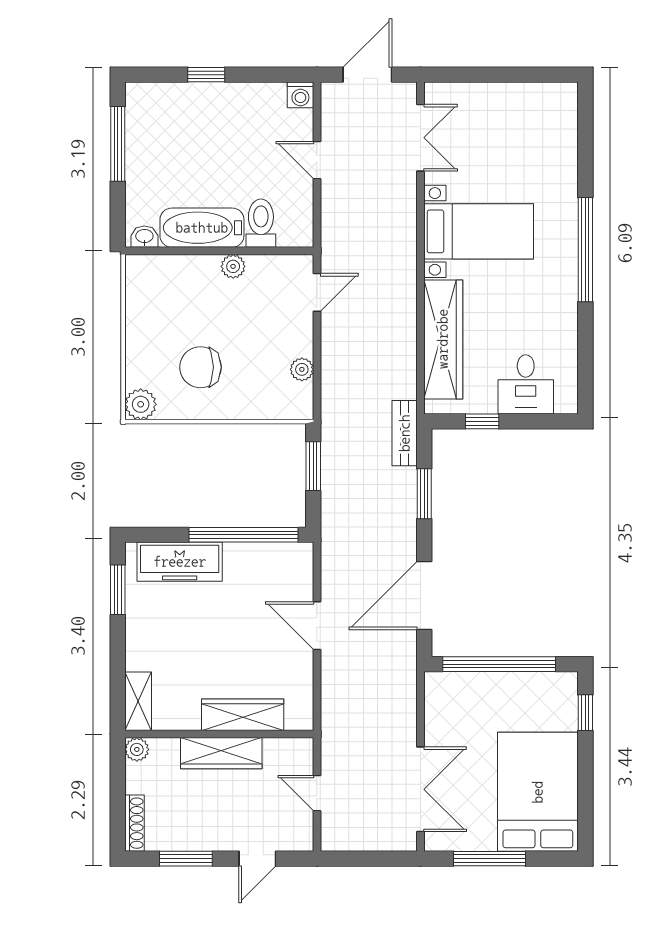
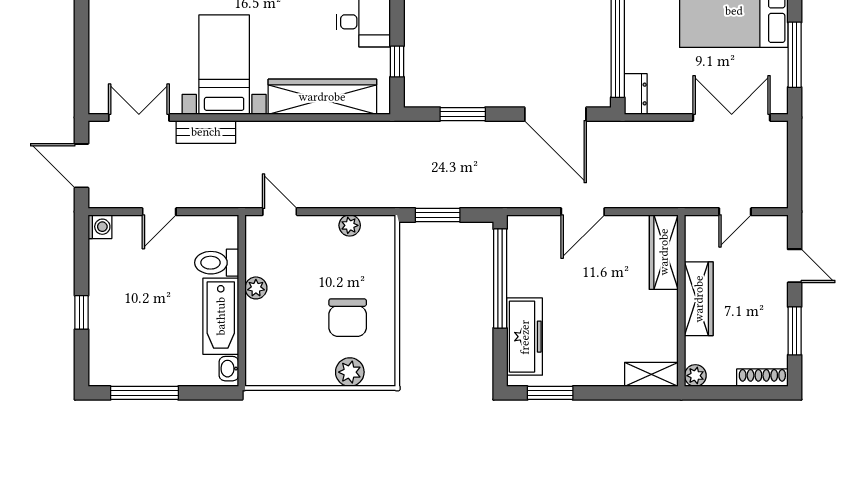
plant: (141, 404) -> (350, 372), moved
bench: (405, 433) -> (206, 132), moved
dresser: (446, 684) -> (636, 94), added
wardrobe: (243, 715) -> (664, 252), moved

